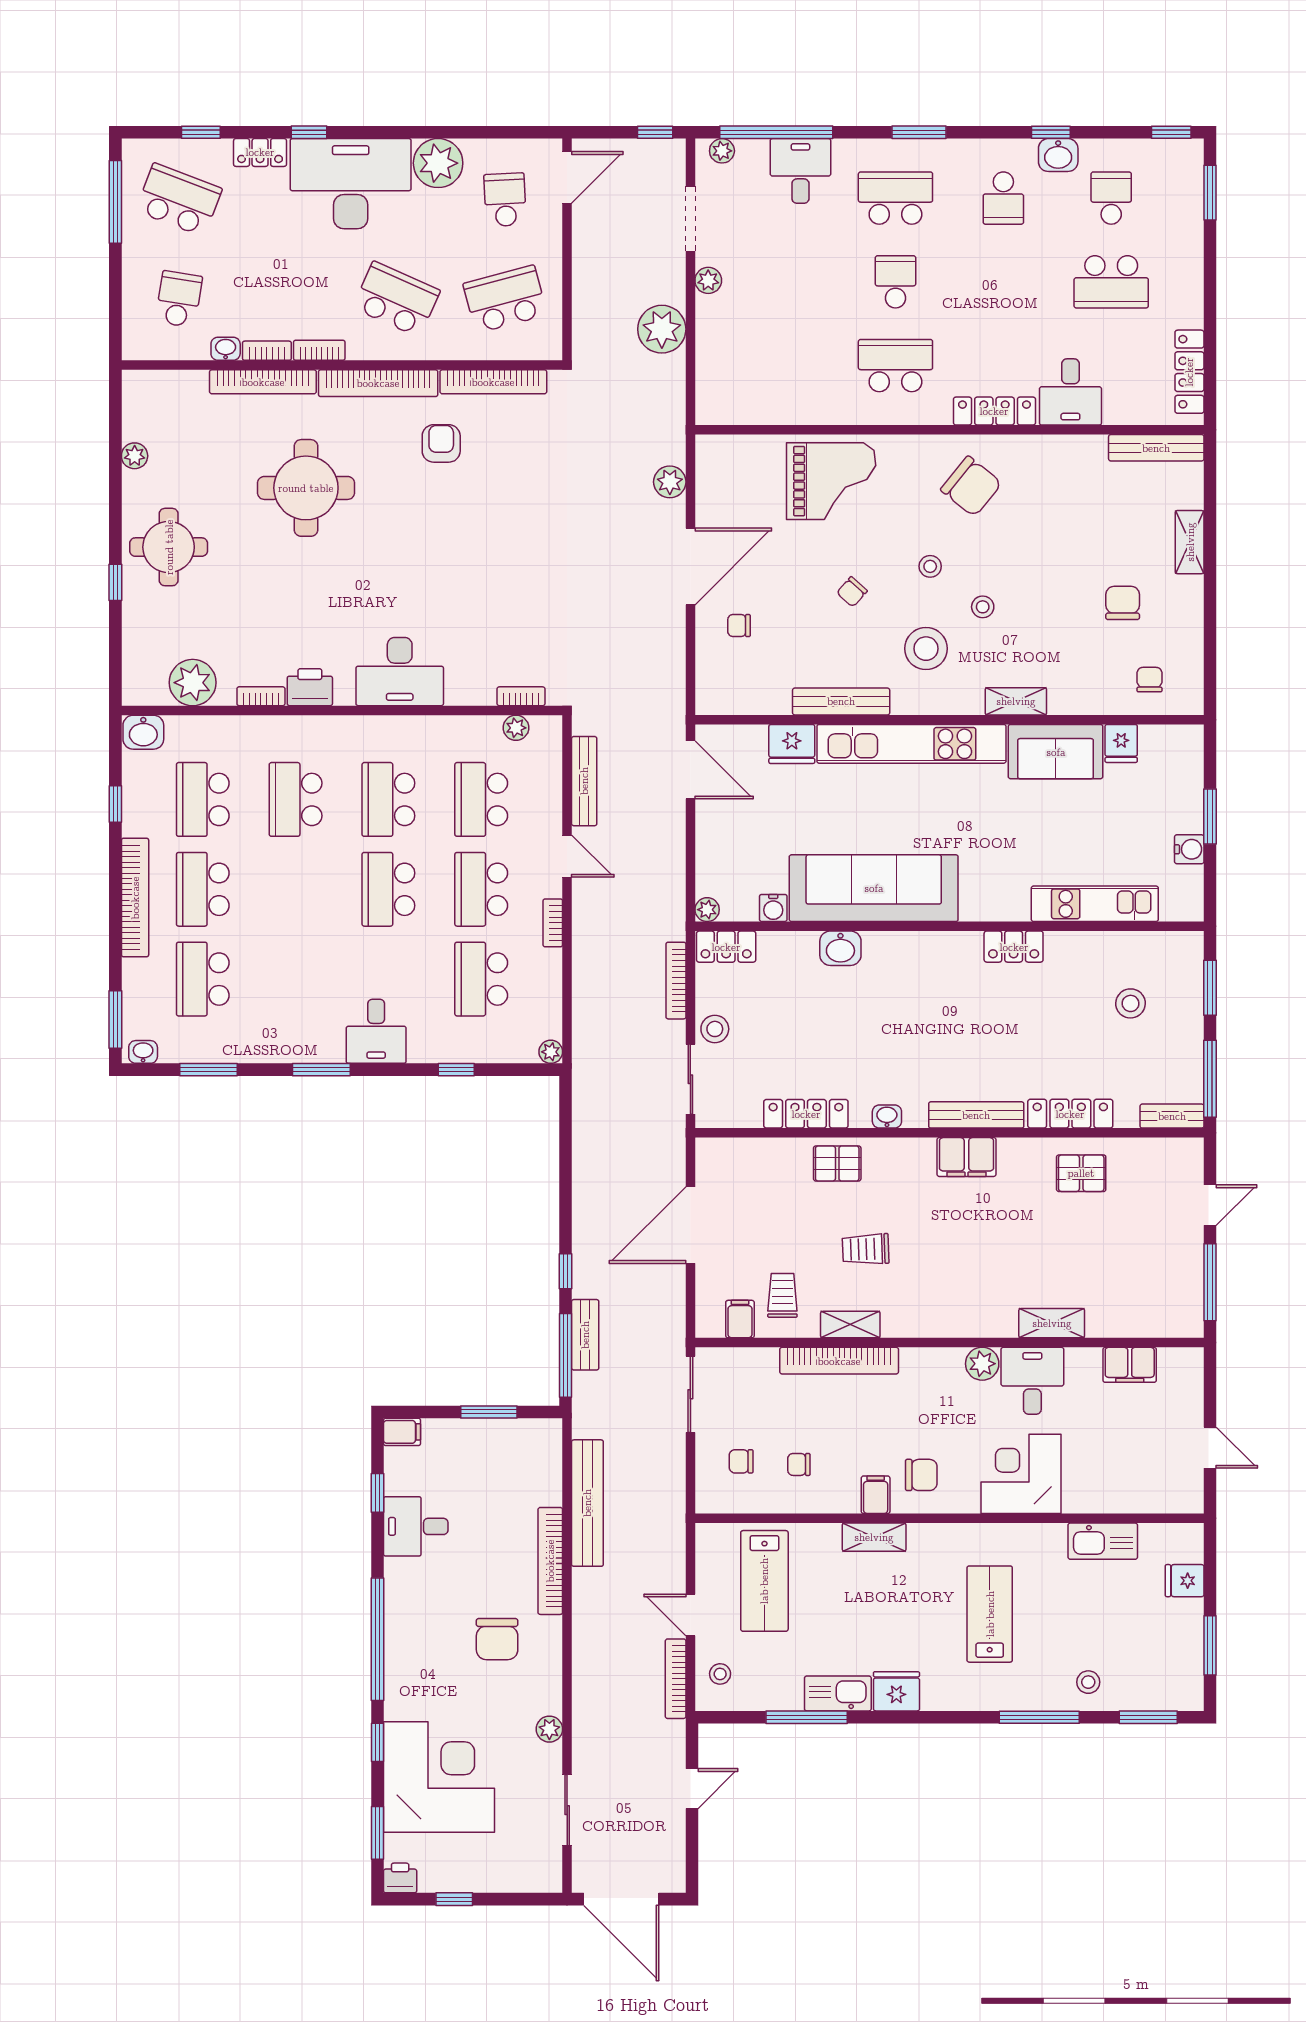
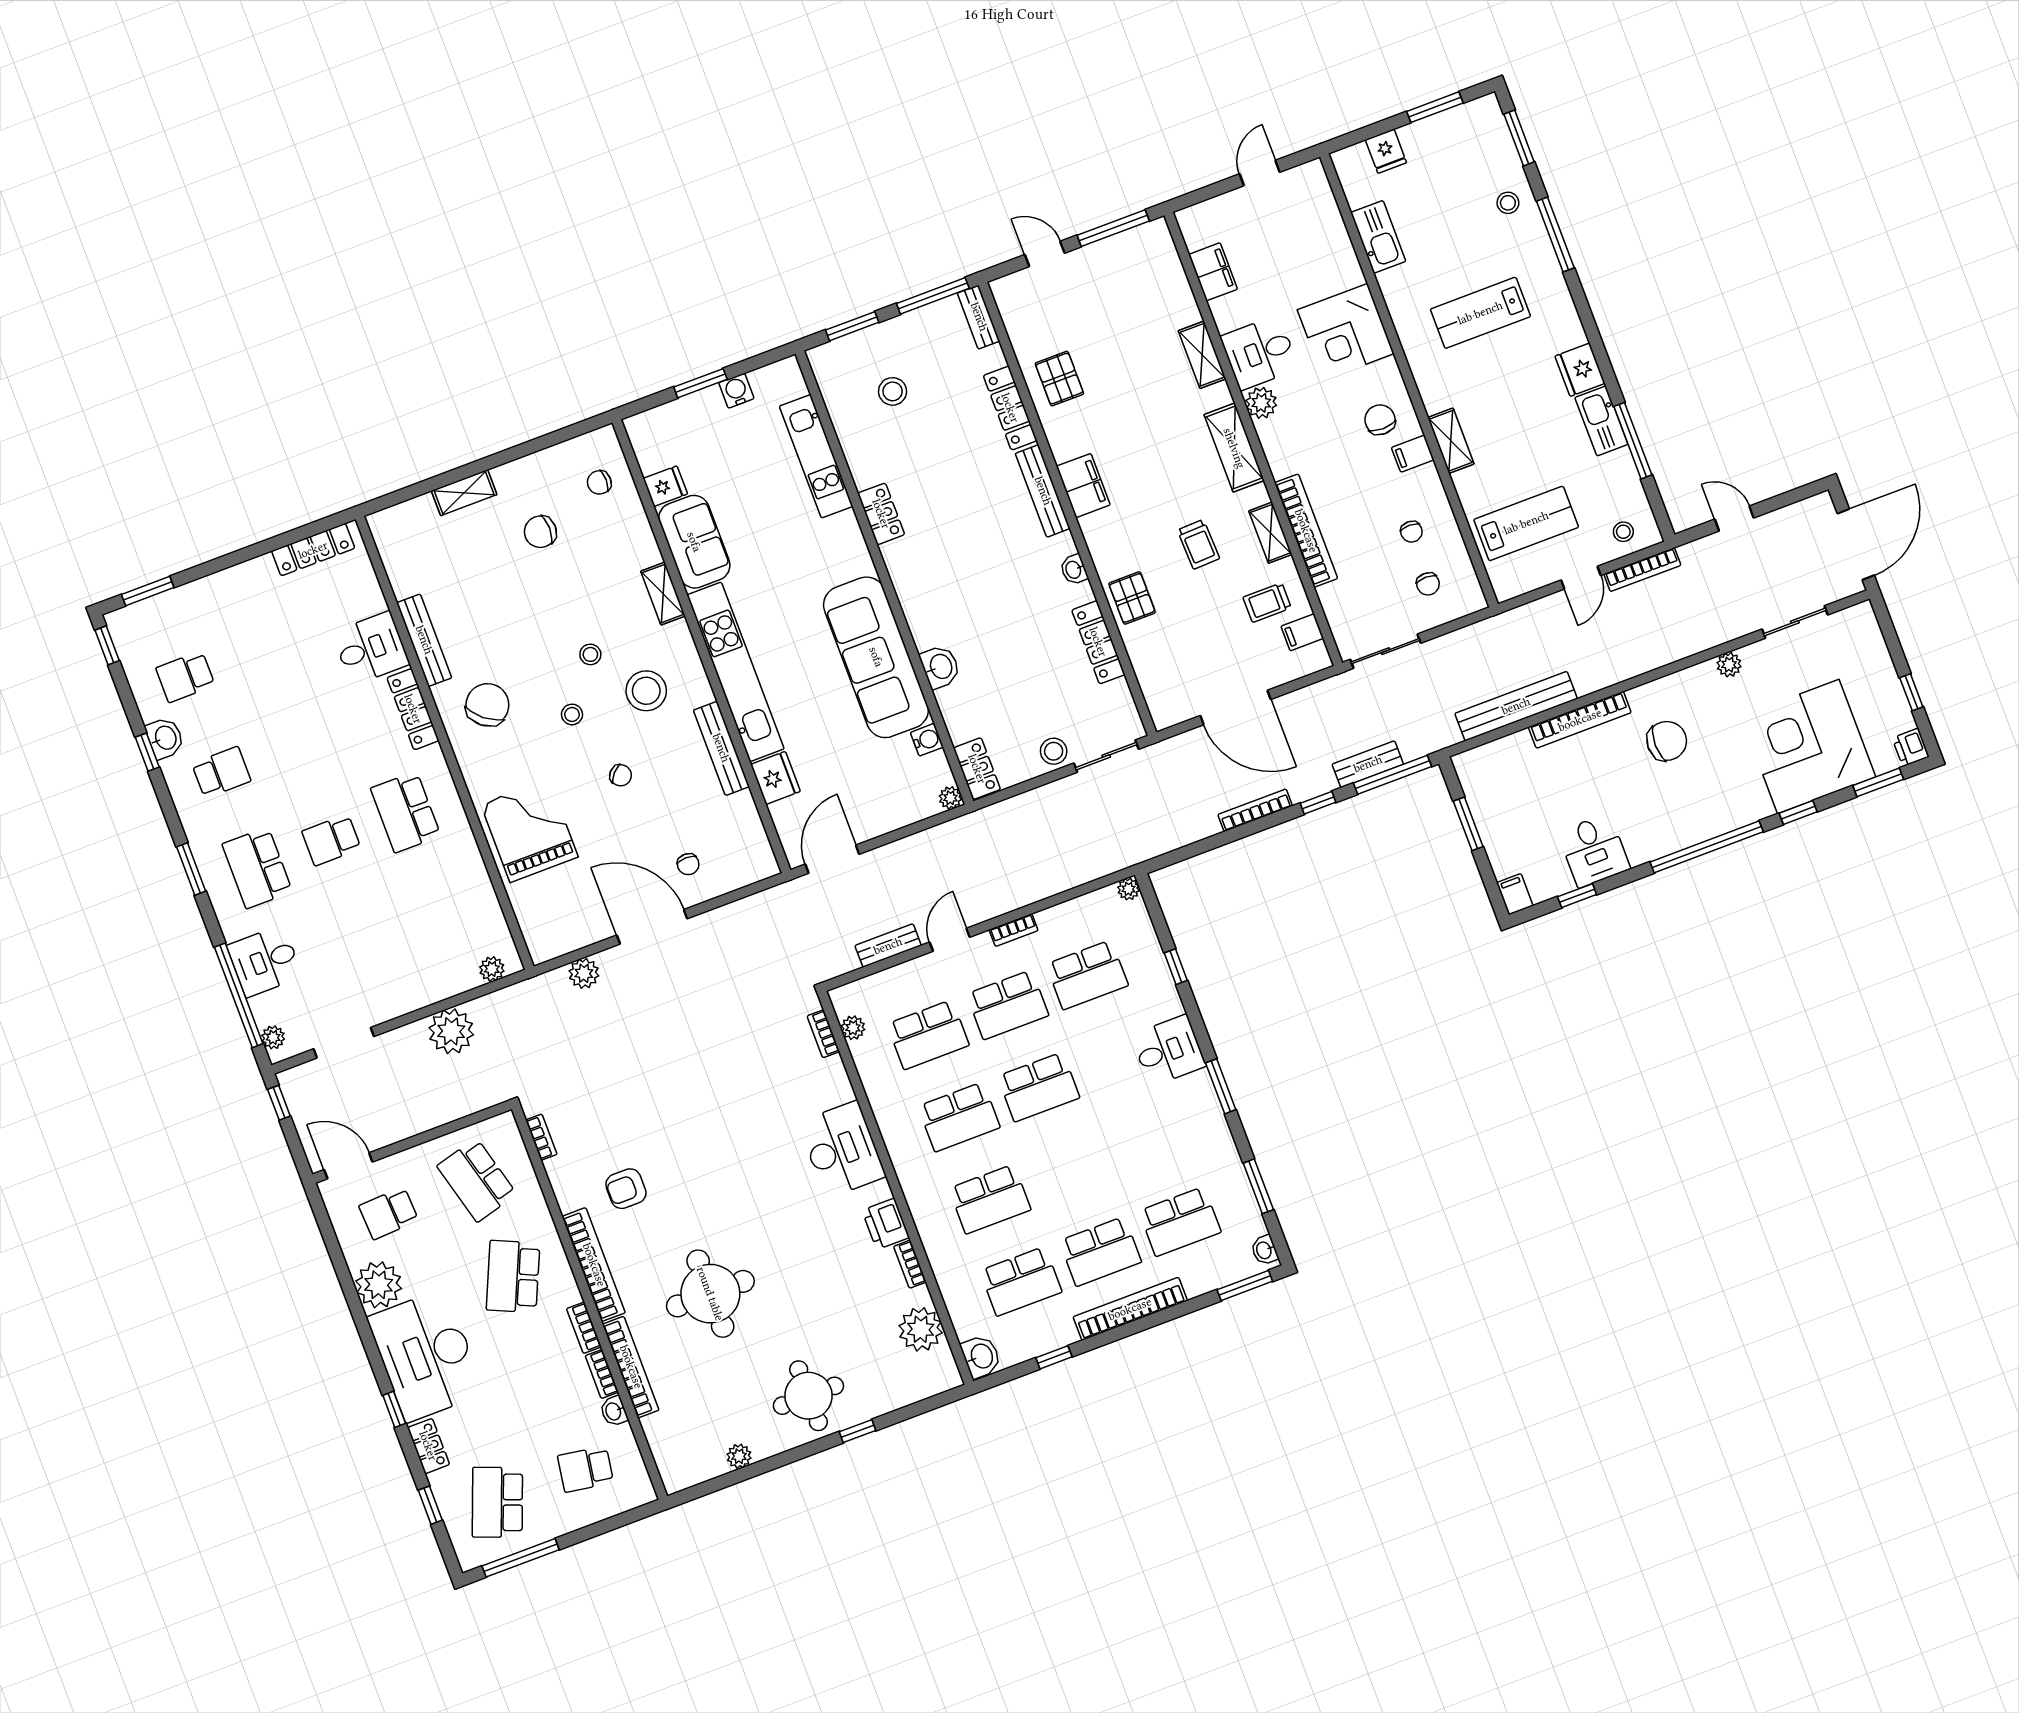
plant: (708, 280) -> (492, 969), moved
school desk: (1111, 282) -> (260, 649), removed
bookcase: (493, 382) -> (541, 1137), width x0.43, depth x0.76
bench: (1156, 448) -> (424, 640), moved
bench: (584, 781) -> (888, 946), width x0.73
bookcase: (676, 981) -> (1255, 810), moved, turned 180
shelving: (948, 1320) -> (1234, 448), added

